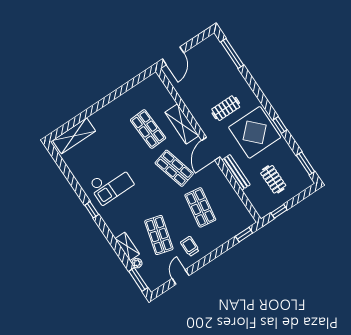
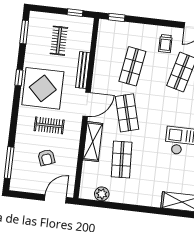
armchair: (207, 82) -> (46, 157), added
plant: (141, 90) -> (102, 194), added

